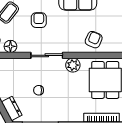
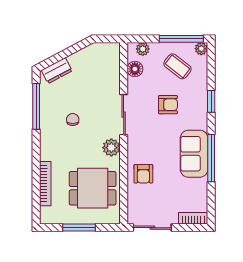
armchair: (94, 40) -> (143, 174), turned 67
chair: (39, 90) -> (73, 120), moved

